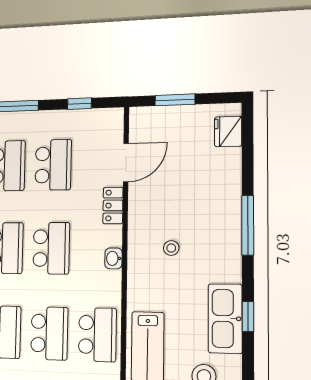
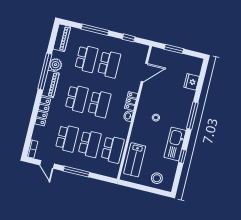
fridge: (228, 131) -> (192, 82), moved
locker: (113, 205) -> (131, 101), moved
kitchen sink: (225, 319) -> (175, 144), moved

